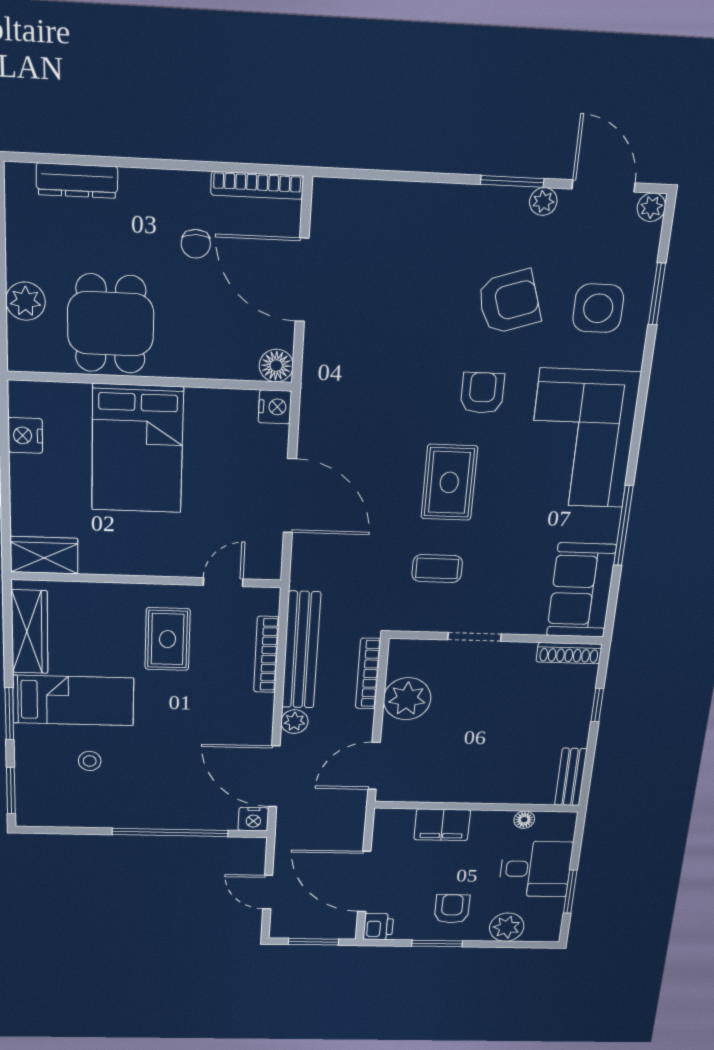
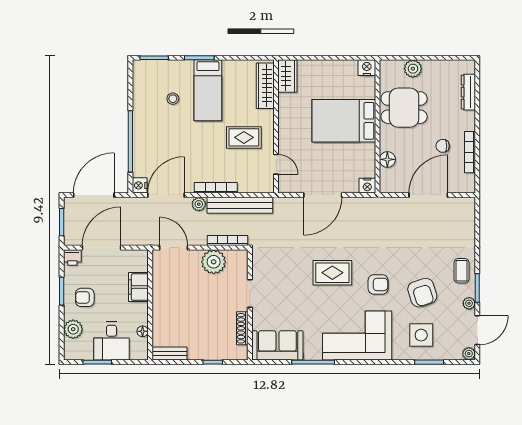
bookcase: (257, 185) -> (470, 152), moved
floor lamp: (276, 366) -> (387, 159), moved
nightstand: (25, 436) -> (367, 68), moved
coffee table: (437, 568) -> (461, 271), moved
wardrobe: (30, 632) -> (265, 86), moved, turned 90
shoe rack: (569, 653) -> (242, 328), moved
bookcase: (266, 655) -> (216, 188), moved
door: (268, 892) -> (94, 195), width x1.87
armchair: (452, 909) -> (85, 297), turned 180

